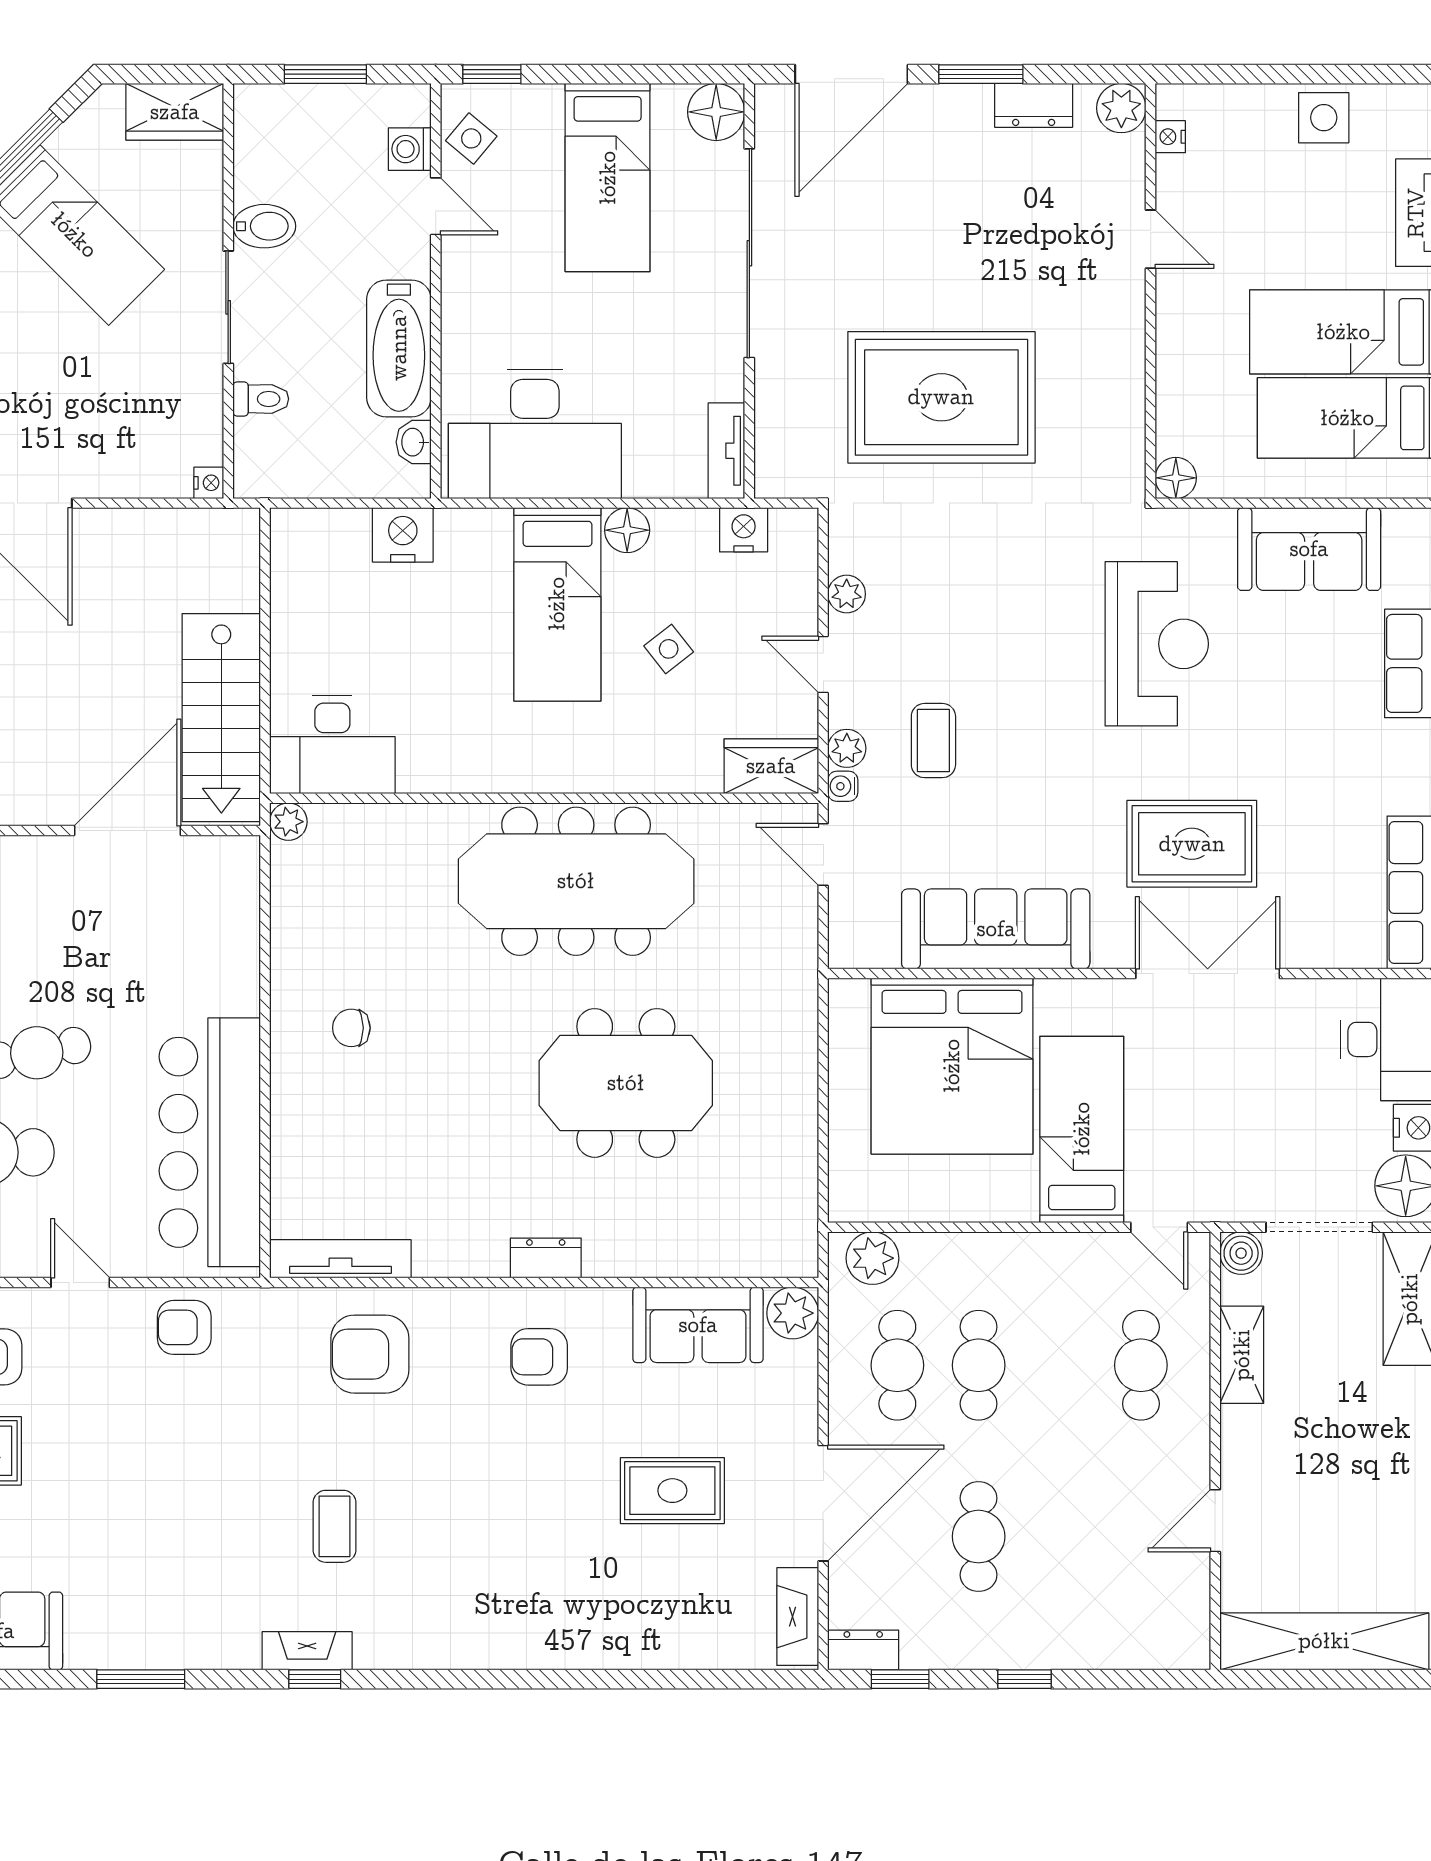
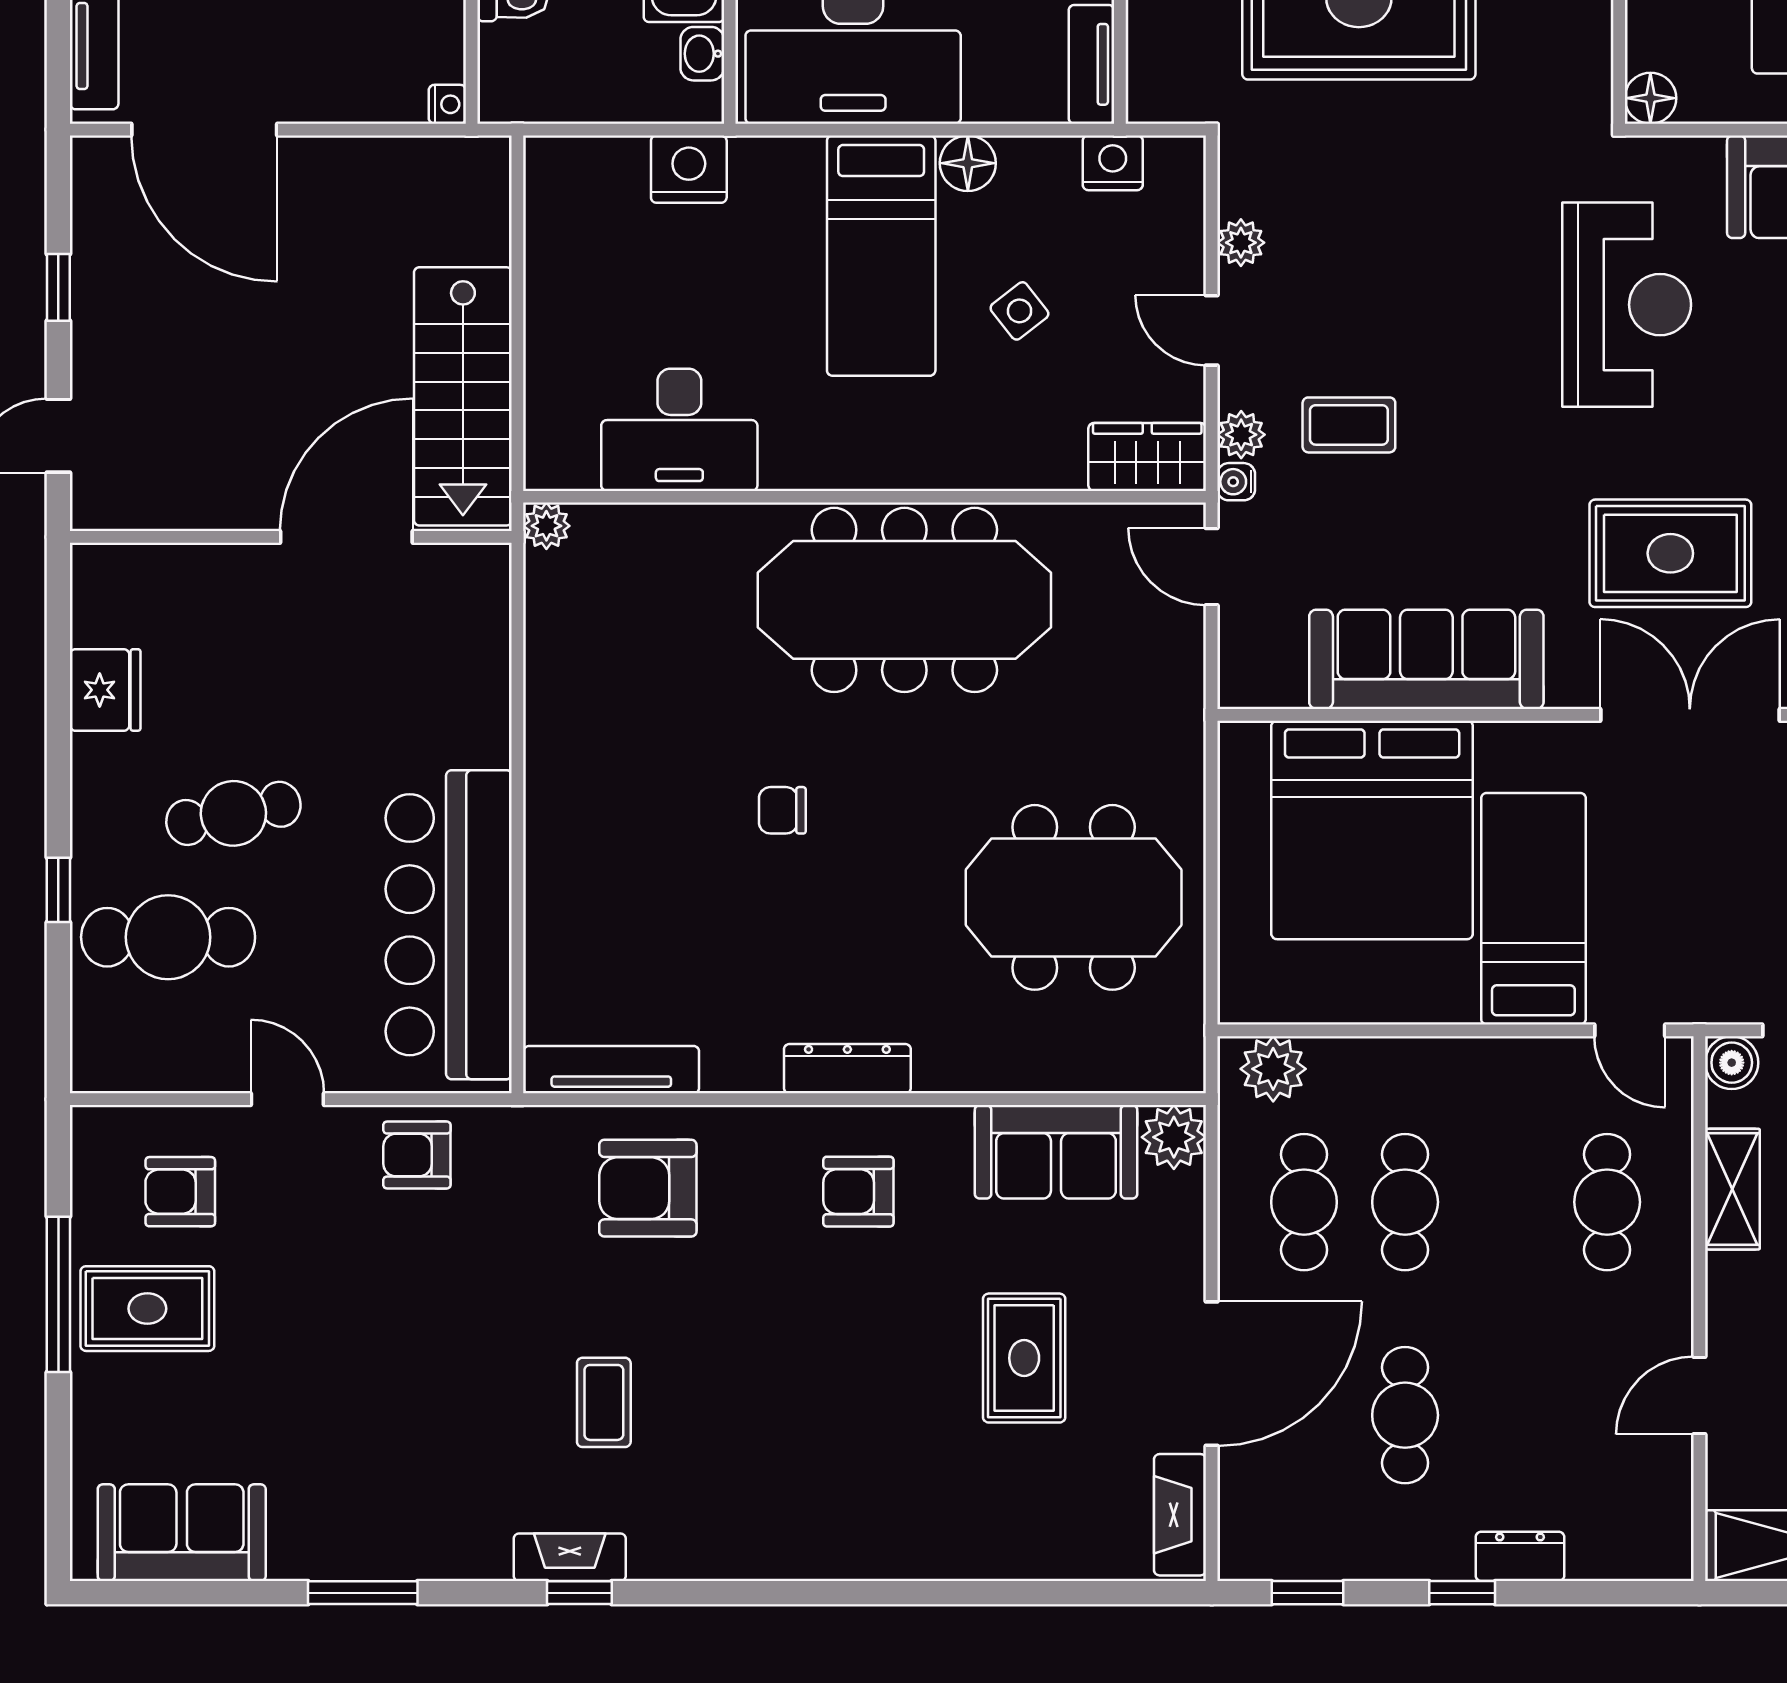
coffee table: (933, 741) -> (1349, 425), turned 90
desk: (332, 744) -> (679, 430), moved
chair: (351, 1028) -> (782, 810), moved
meeting table: (626, 1083) -> (1074, 897), moved
dresser: (546, 1258) -> (847, 1069), width x1.44
rug: (672, 1491) -> (1024, 1358), turned 90
dresser: (863, 1650) -> (1520, 1556), moved

